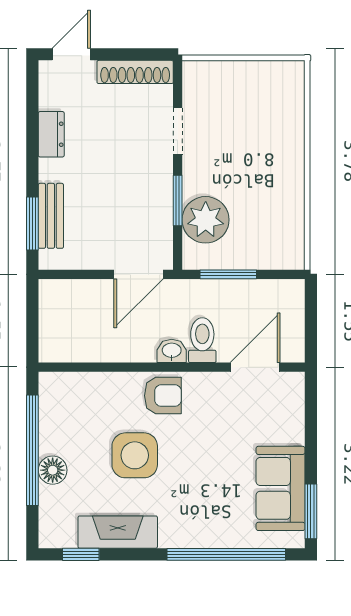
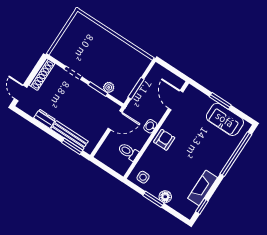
bench: (51, 216) -> (69, 135), width x1.36
plant: (206, 220) -> (109, 87), width x0.53, depth x0.53
door: (139, 274) -> (115, 120), hinge flipped
toilet: (202, 340) -> (128, 152), moved
window: (32, 450) -> (153, 199), width x0.47
side table: (135, 455) -> (143, 177), moved, width x0.54, depth x0.54
window: (311, 511) -> (220, 101), moved

